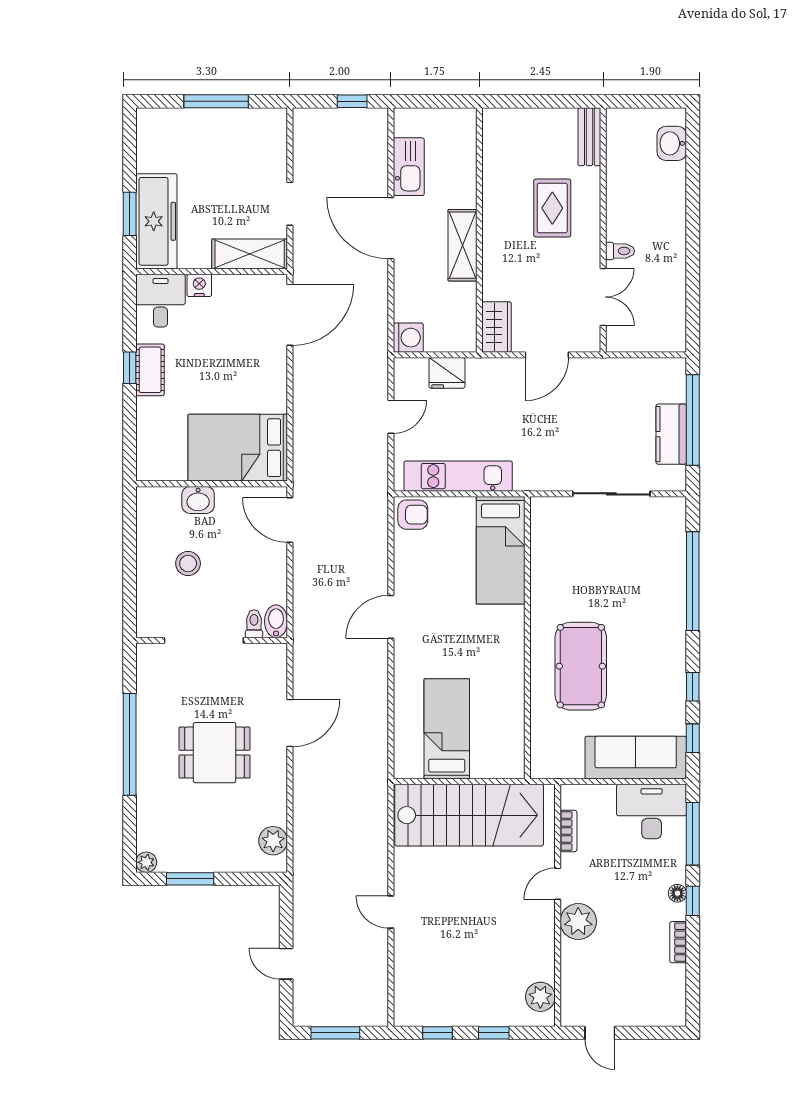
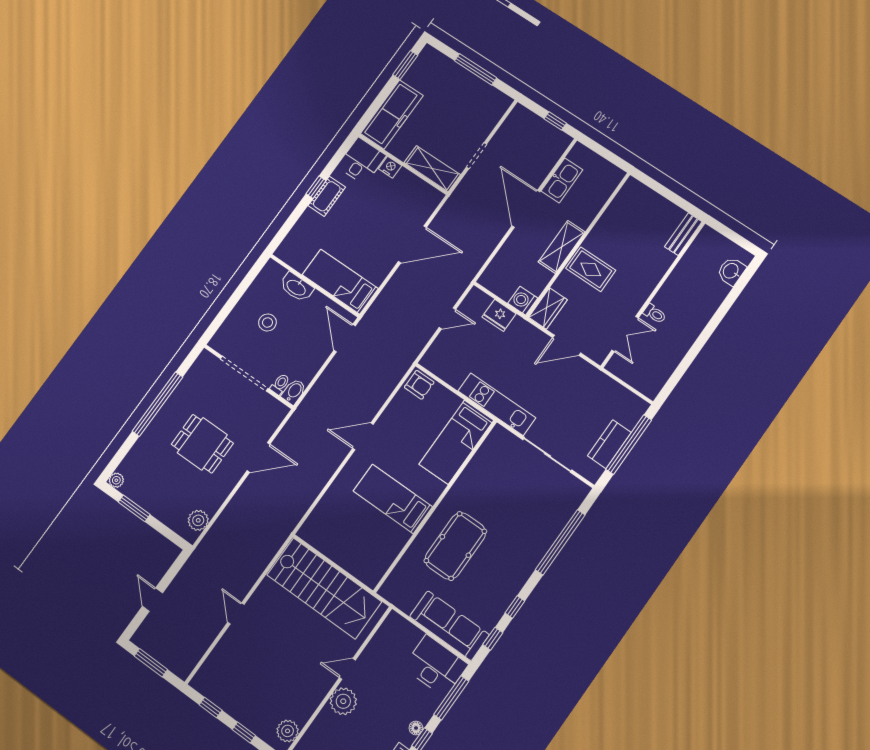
rug: (552, 208) -> (591, 269), moved, turned 90
window: (130, 214) -> (405, 65), moved
door: (290, 315) -> (412, 244), moved
washing machine: (408, 338) -> (523, 301), moved, turned 180
bed: (238, 448) -> (340, 282), width x0.67
kitchen unit: (458, 476) -> (497, 404), moved
washbasin: (198, 500) -> (296, 287), width x1.38
bed: (447, 729) -> (393, 499), moved, turned -90
bookcase: (568, 831) -> (377, 641), removed

